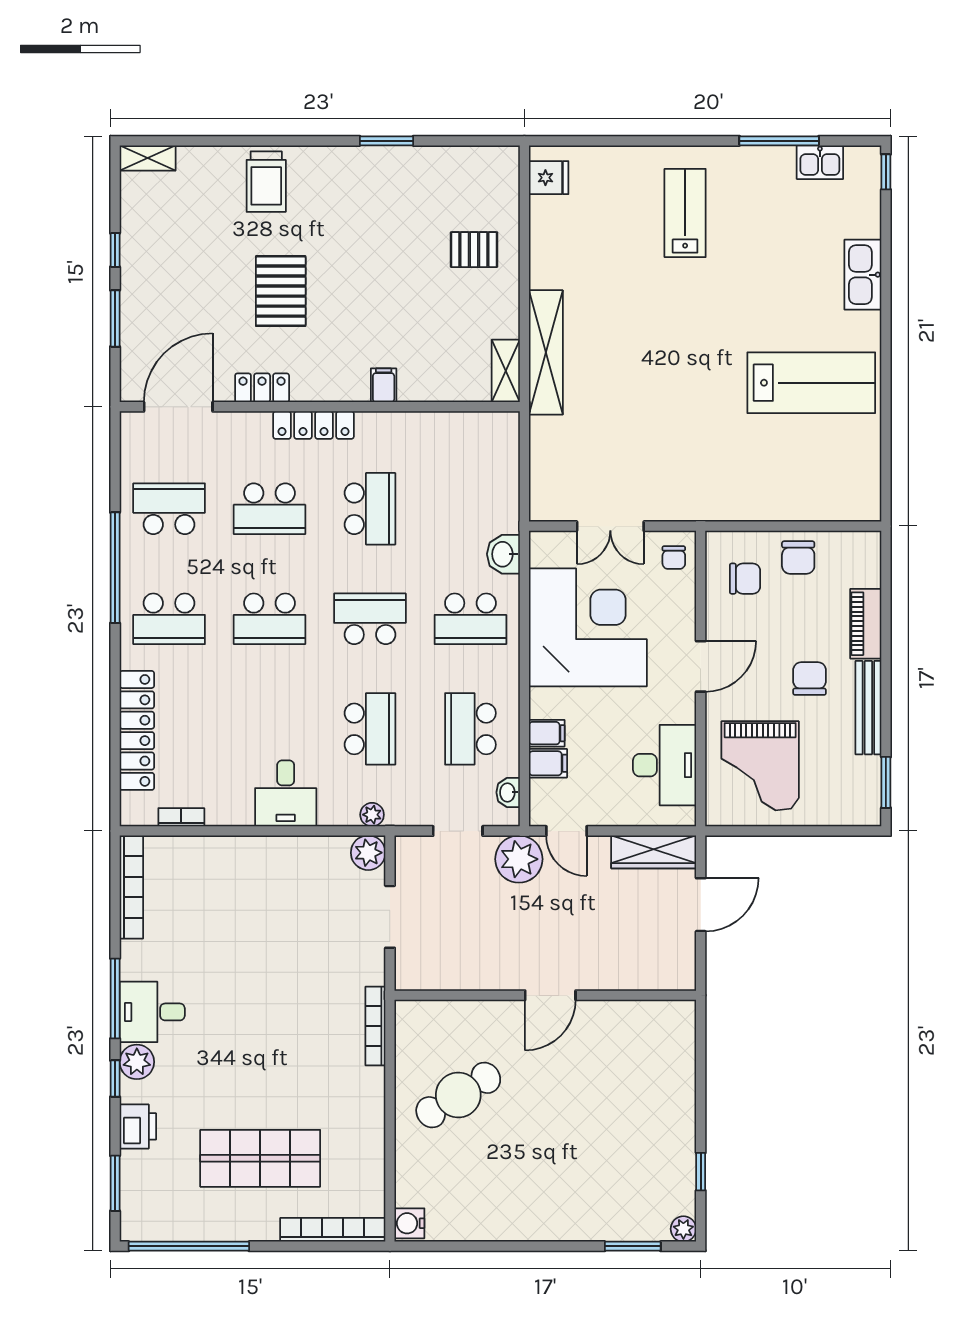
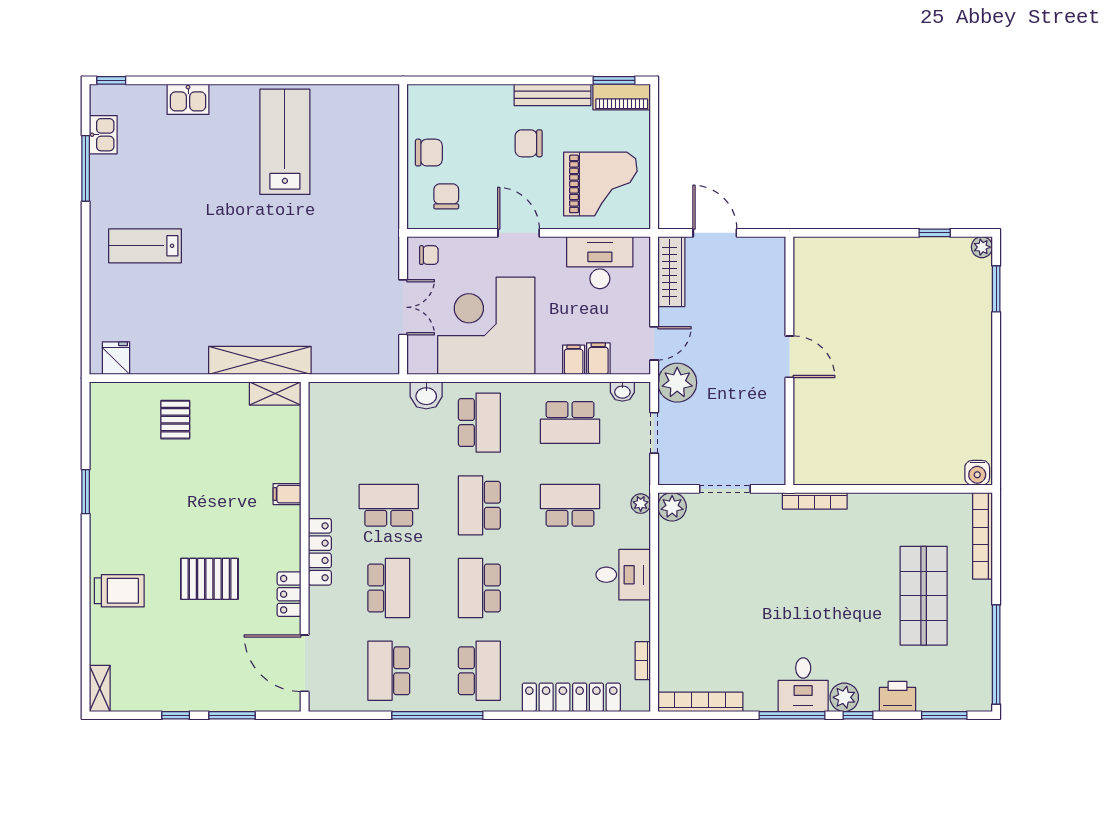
kitchen sink: (863, 275) -> (188, 99), width x0.73
school desk: (270, 619) -> (479, 588), turned 180
piano: (866, 624) -> (622, 97), moved
cafe table: (458, 1095) -> (872, 433), removed

